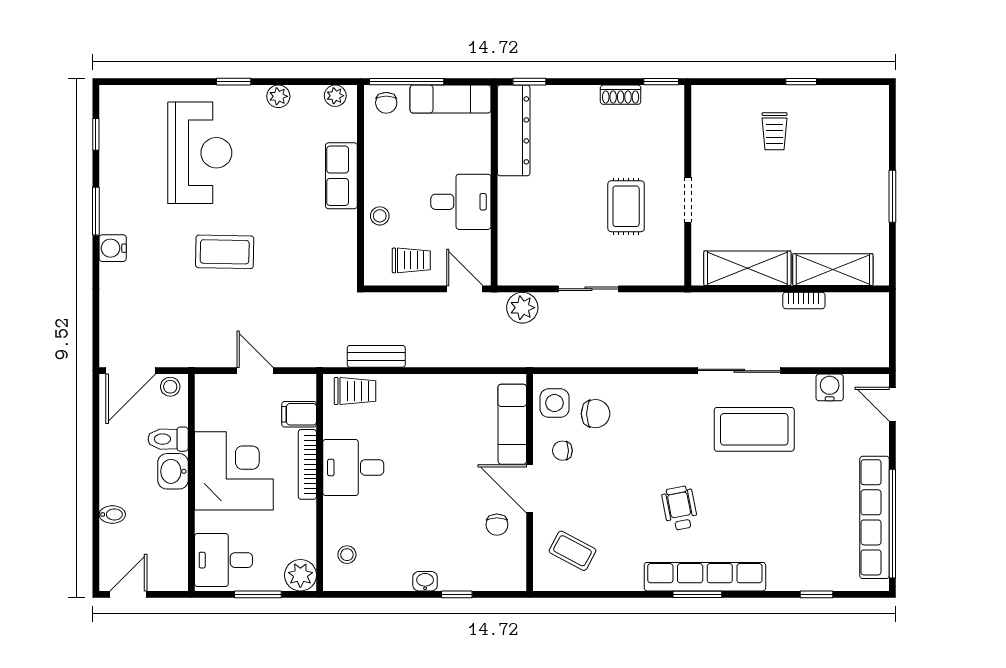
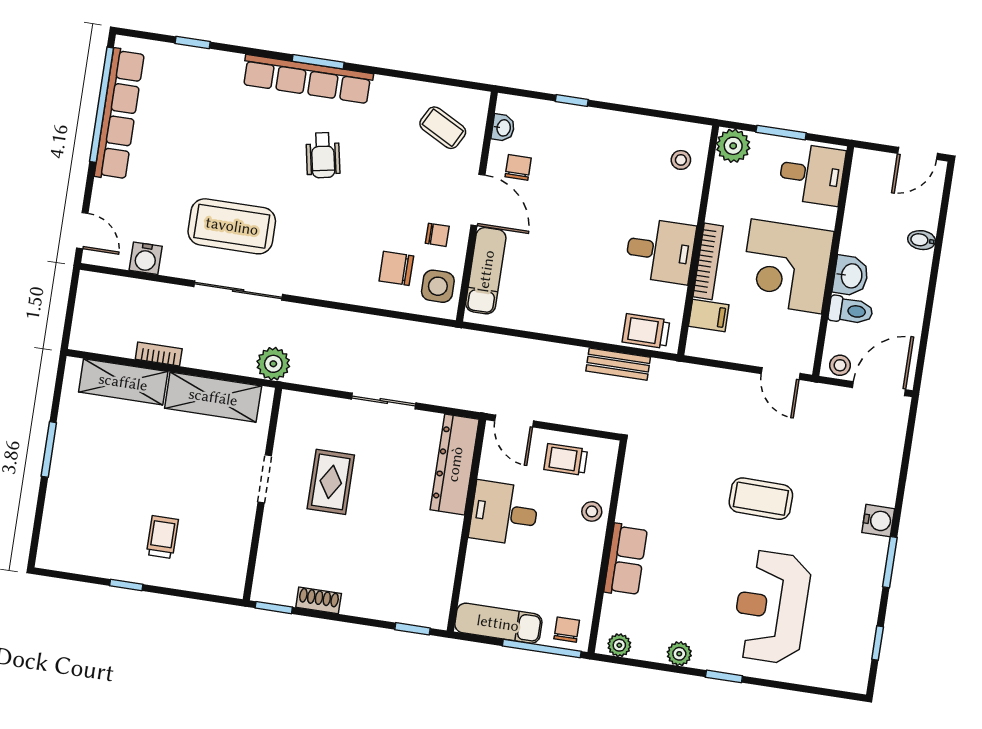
dresser: (514, 130) -> (455, 464), moved
plant: (522, 308) -> (273, 364), moved
door: (255, 371) -> (781, 374), moved
washbasin: (425, 581) -> (503, 128), moved, turned -90

